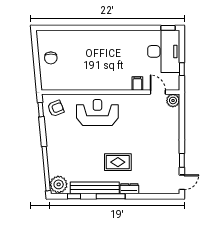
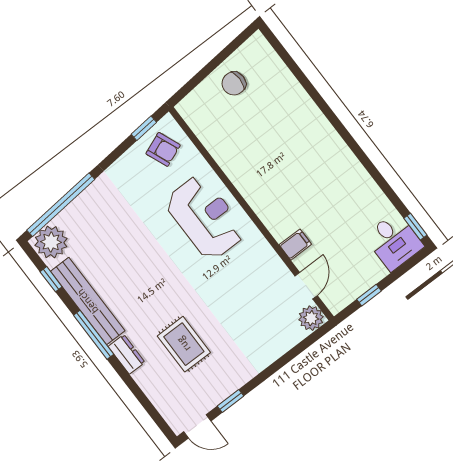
desk: (164, 51) -> (394, 241), width x0.53, depth x0.77
rug: (118, 162) -> (184, 344), moved

